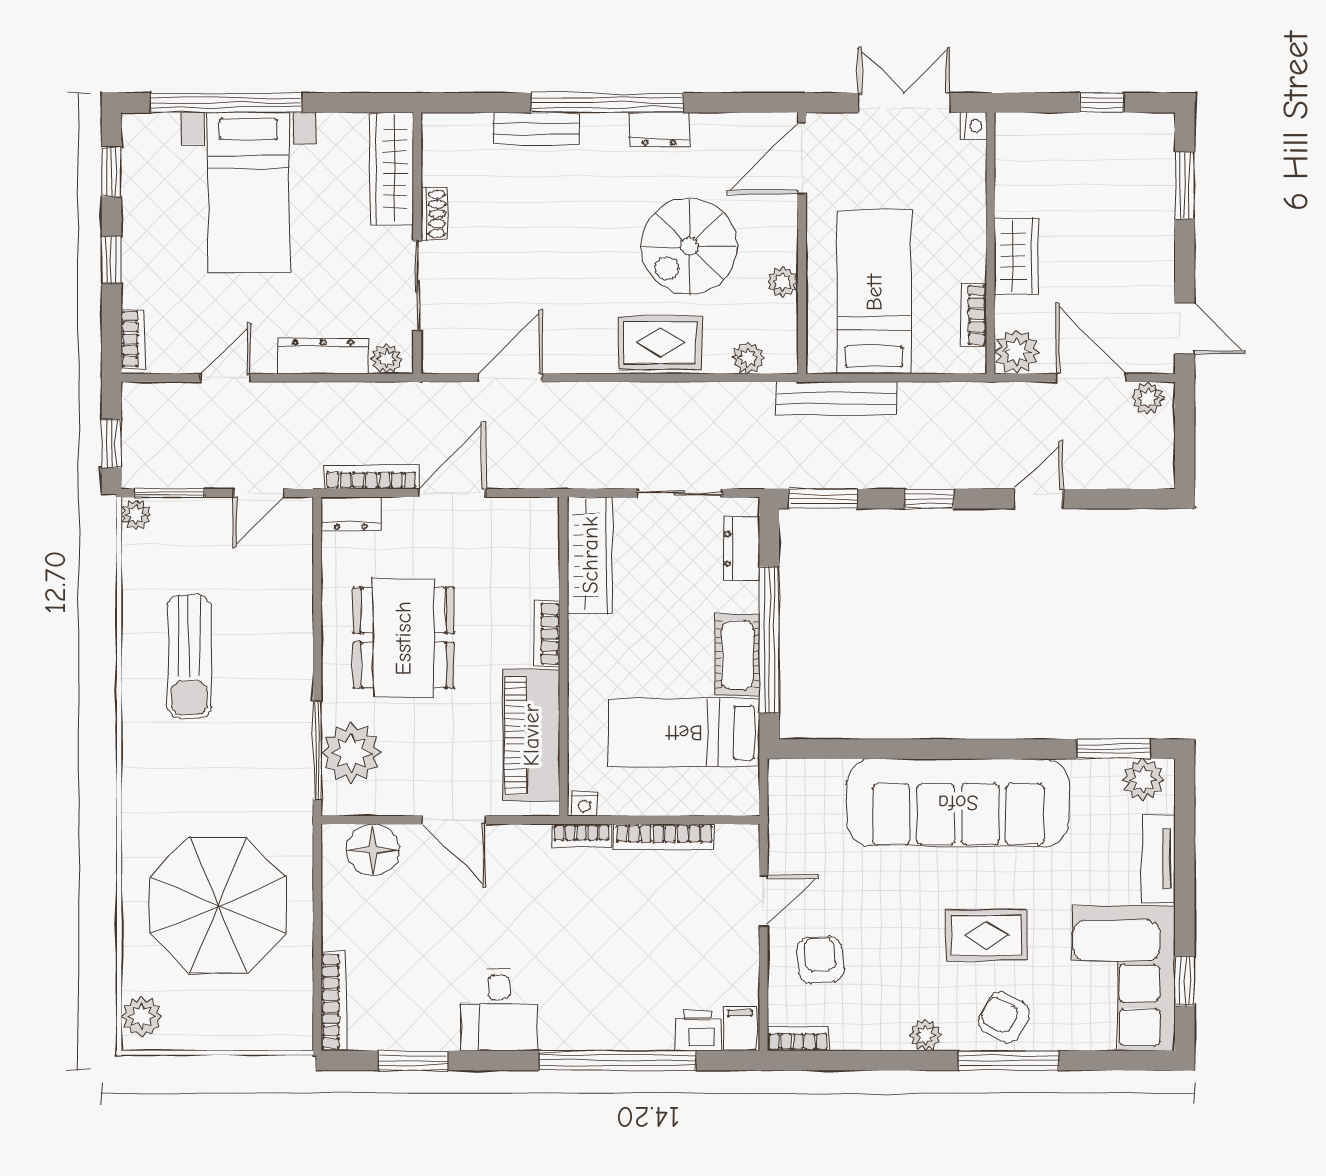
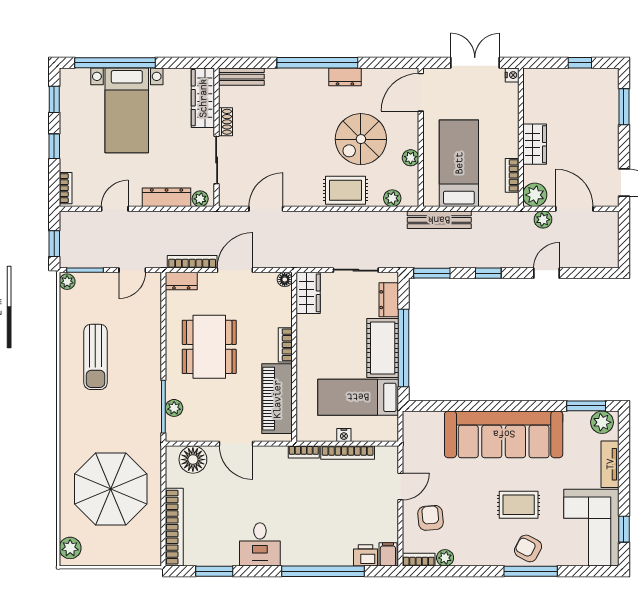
bench: (536, 129) -> (241, 77), moved
plant: (1148, 398) -> (543, 220), moved
floor lamp: (546, 511) -> (285, 279), added
wardrobe: (590, 555) -> (308, 293), width x0.67
cot: (737, 655) -> (383, 348), width x1.37, depth x1.34
plant: (351, 753) -> (174, 408), width x0.53, depth x0.53
nightstand: (584, 804) -> (344, 435), moved
bookcase: (334, 1001) -> (174, 527), width x1.48, depth x1.31
plant: (926, 1035) -> (445, 558), moved

